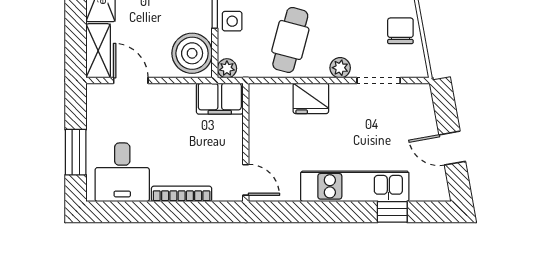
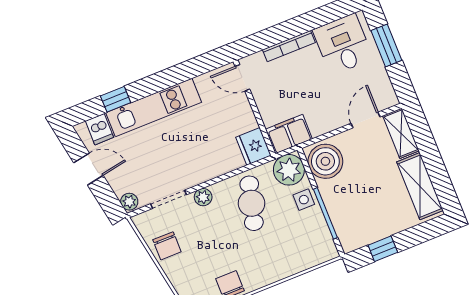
plant: (227, 68) -> (289, 170), width x1.88, depth x1.88
door: (131, 80) -> (365, 120), swing flipped
plant: (422, 95) -> (129, 202), added
fridge: (311, 98) -> (253, 146), moved, turned -90
dishwasher: (423, 186) -> (99, 129), added

